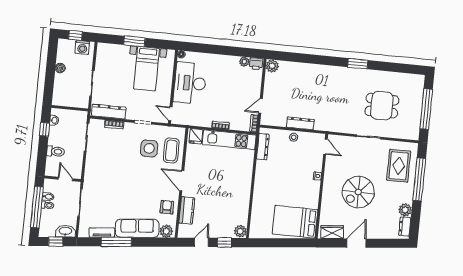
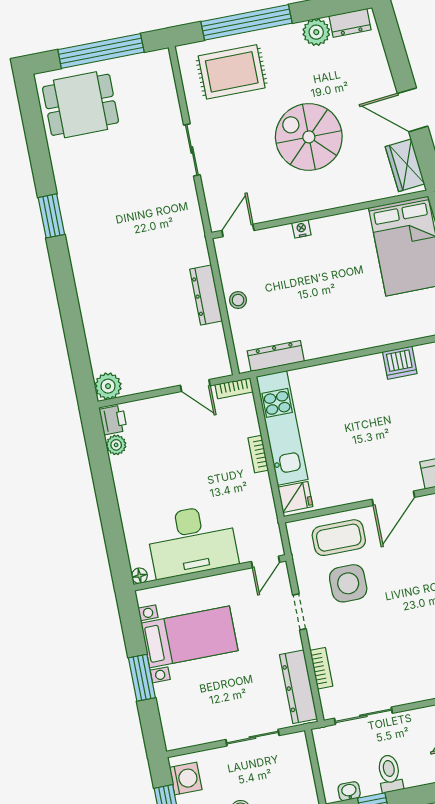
dining table: (382, 106) -> (81, 105), moved, turned 90
toilet: (56, 151) -> (390, 773), moved
spiral stairs: (358, 192) -> (309, 137), turned 180
dishwasher: (243, 202) -> (400, 363), added

